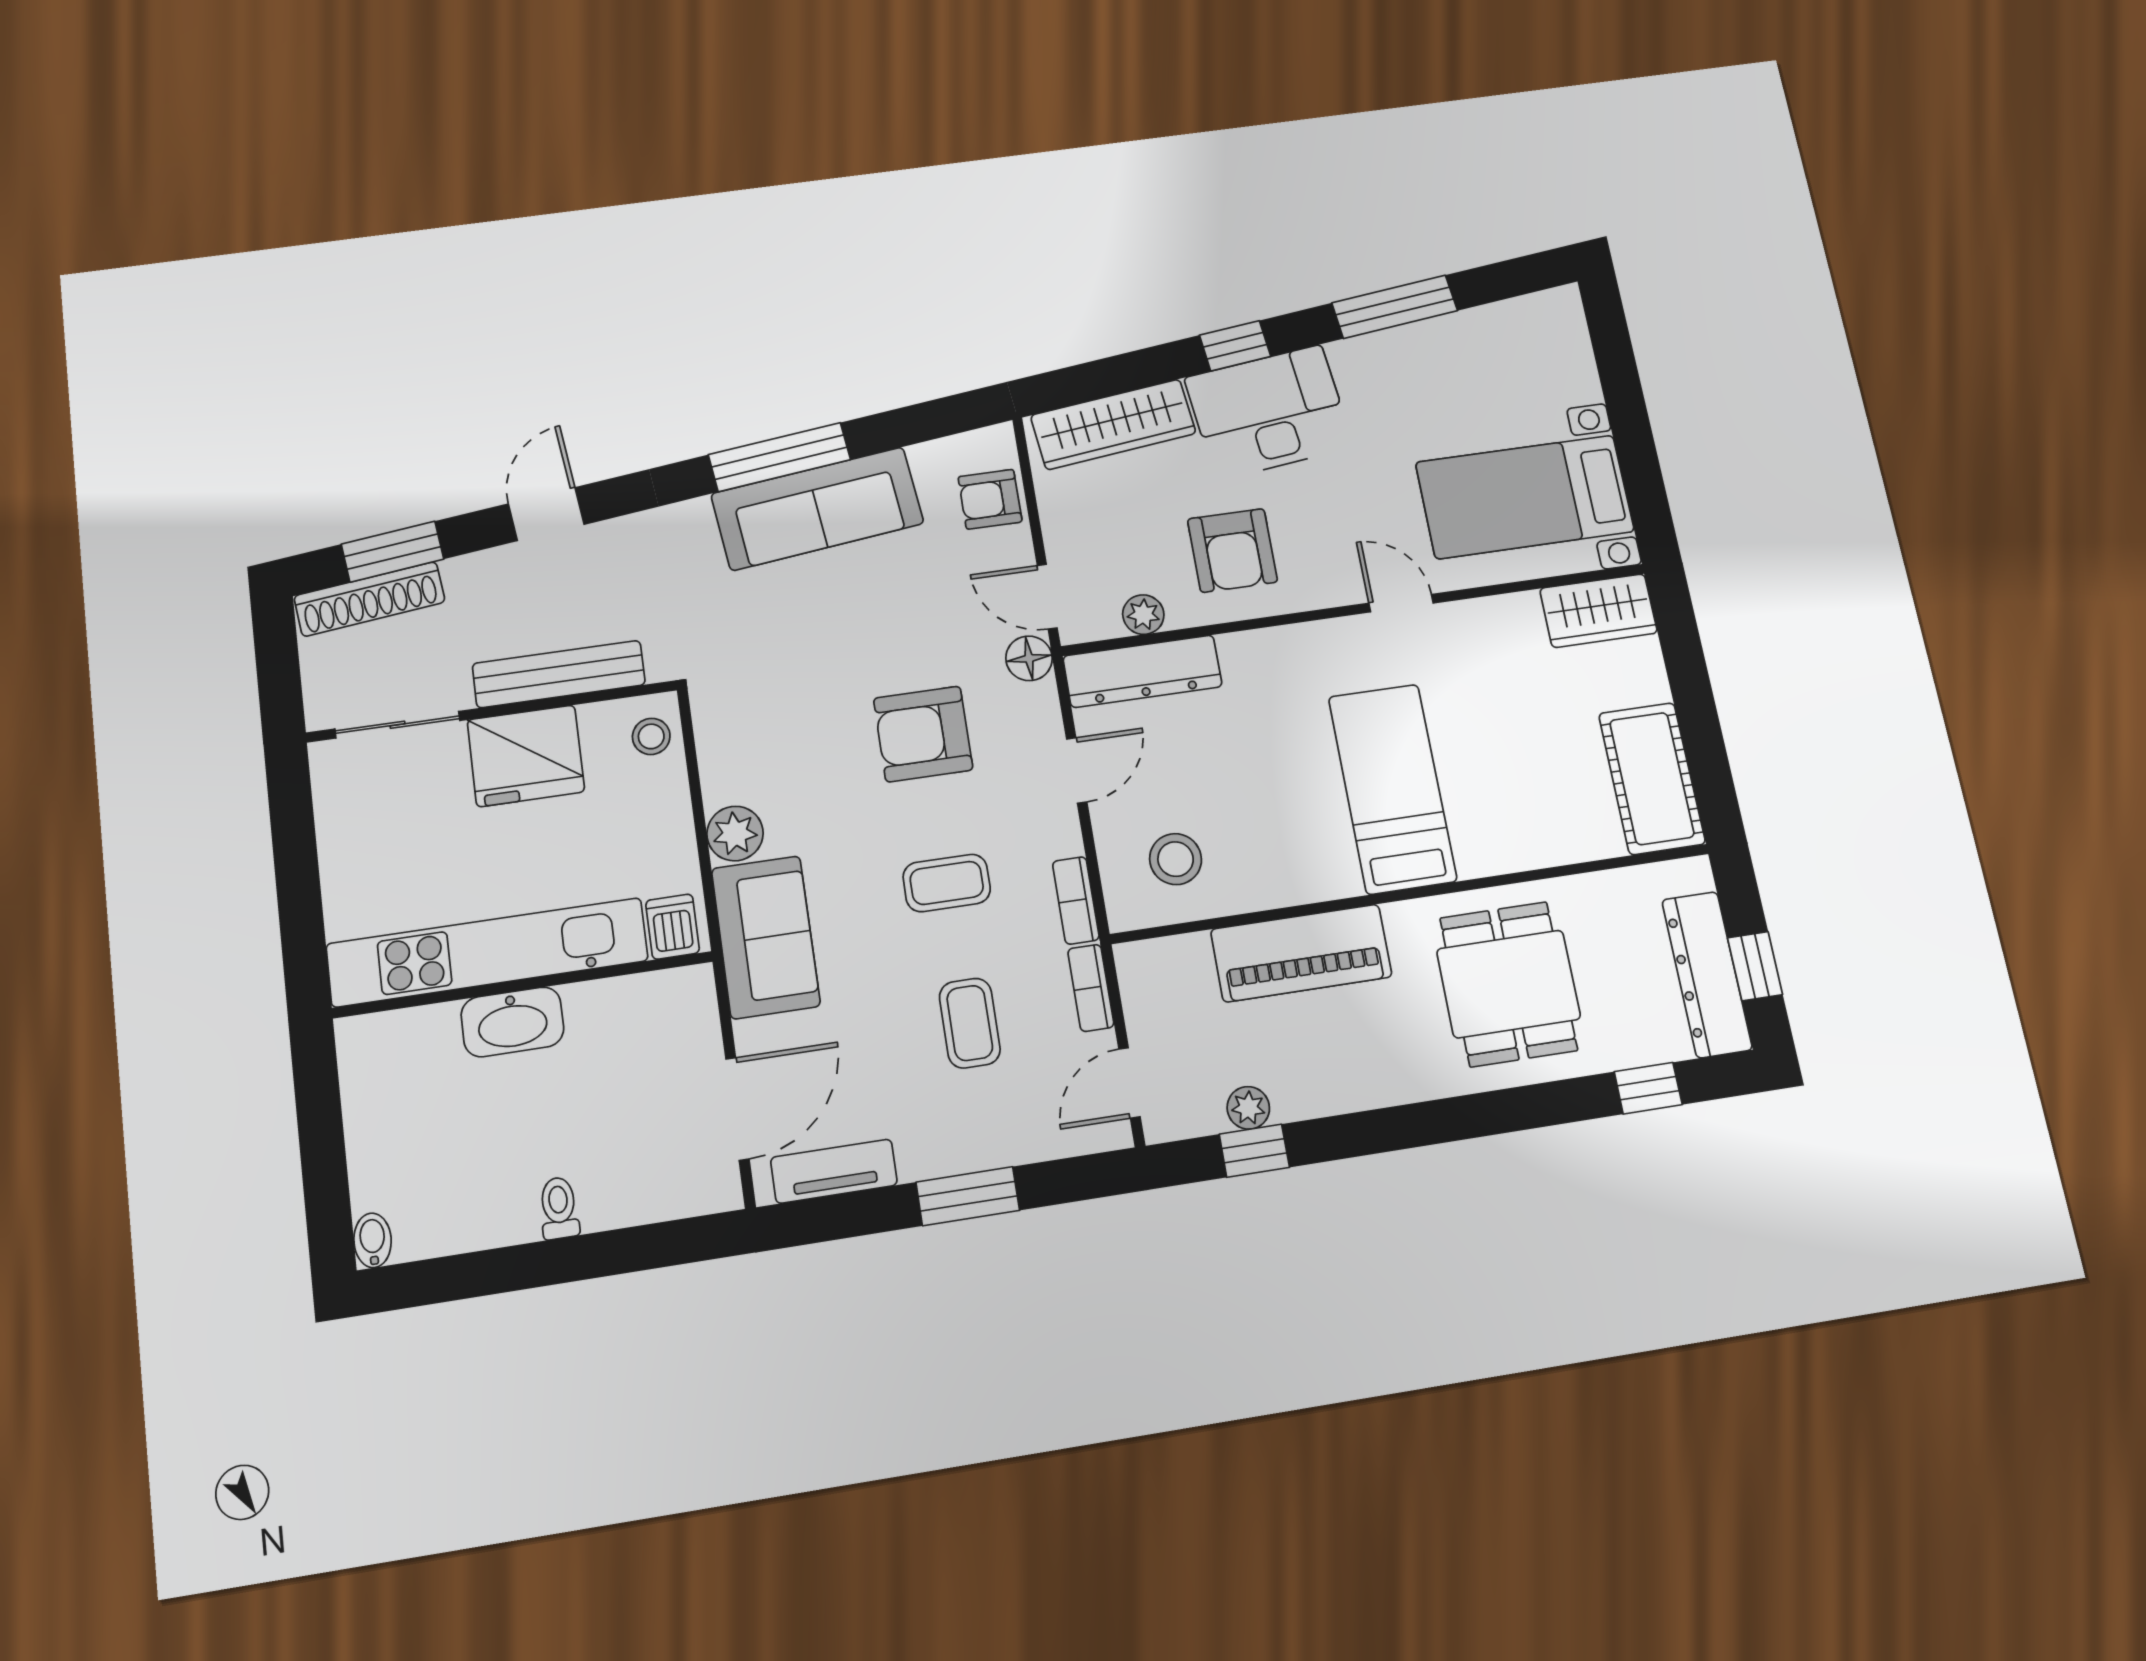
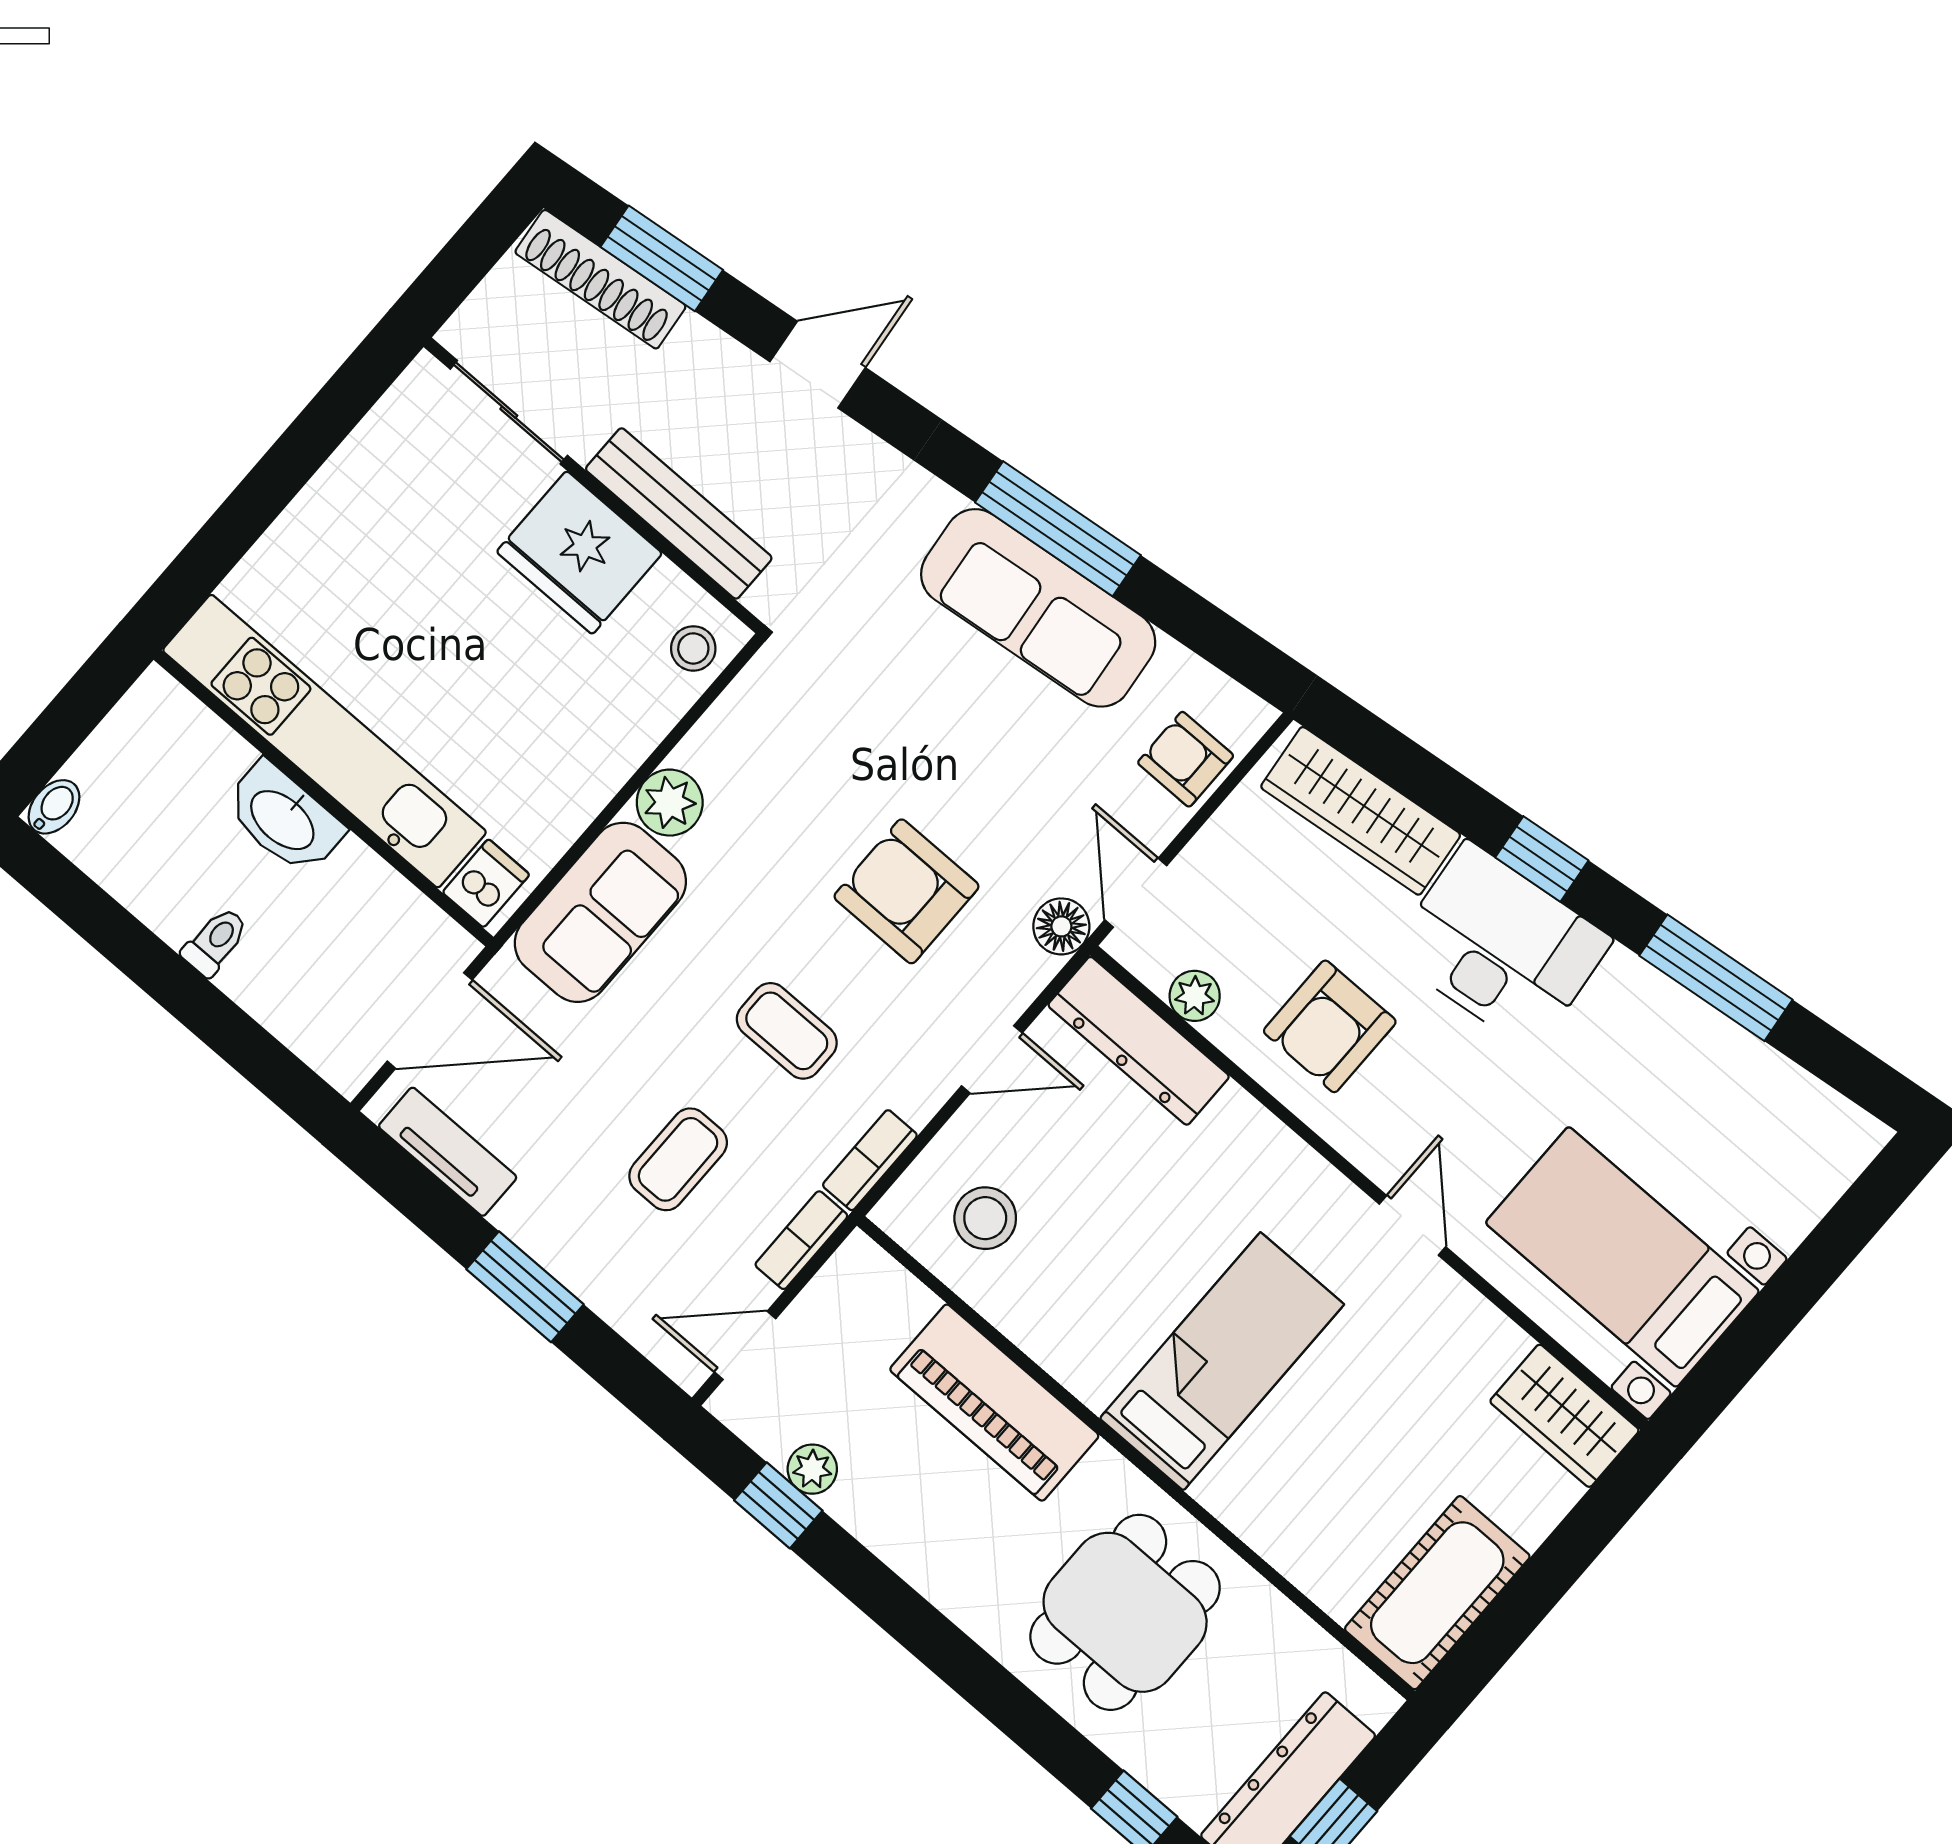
dishwasher: (673, 927) -> (486, 883), moved
kitchen unit: (487, 952) -> (325, 741), moved
wall: (523, 985) -> (324, 798), moved
washbasin: (512, 1022) -> (284, 819), moved

